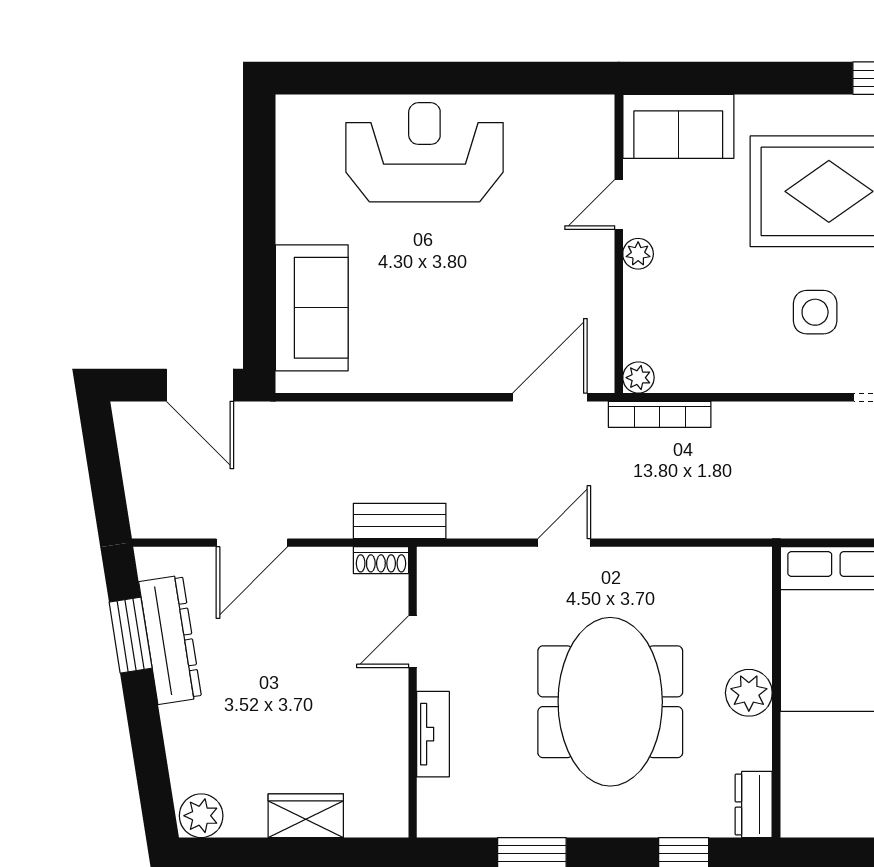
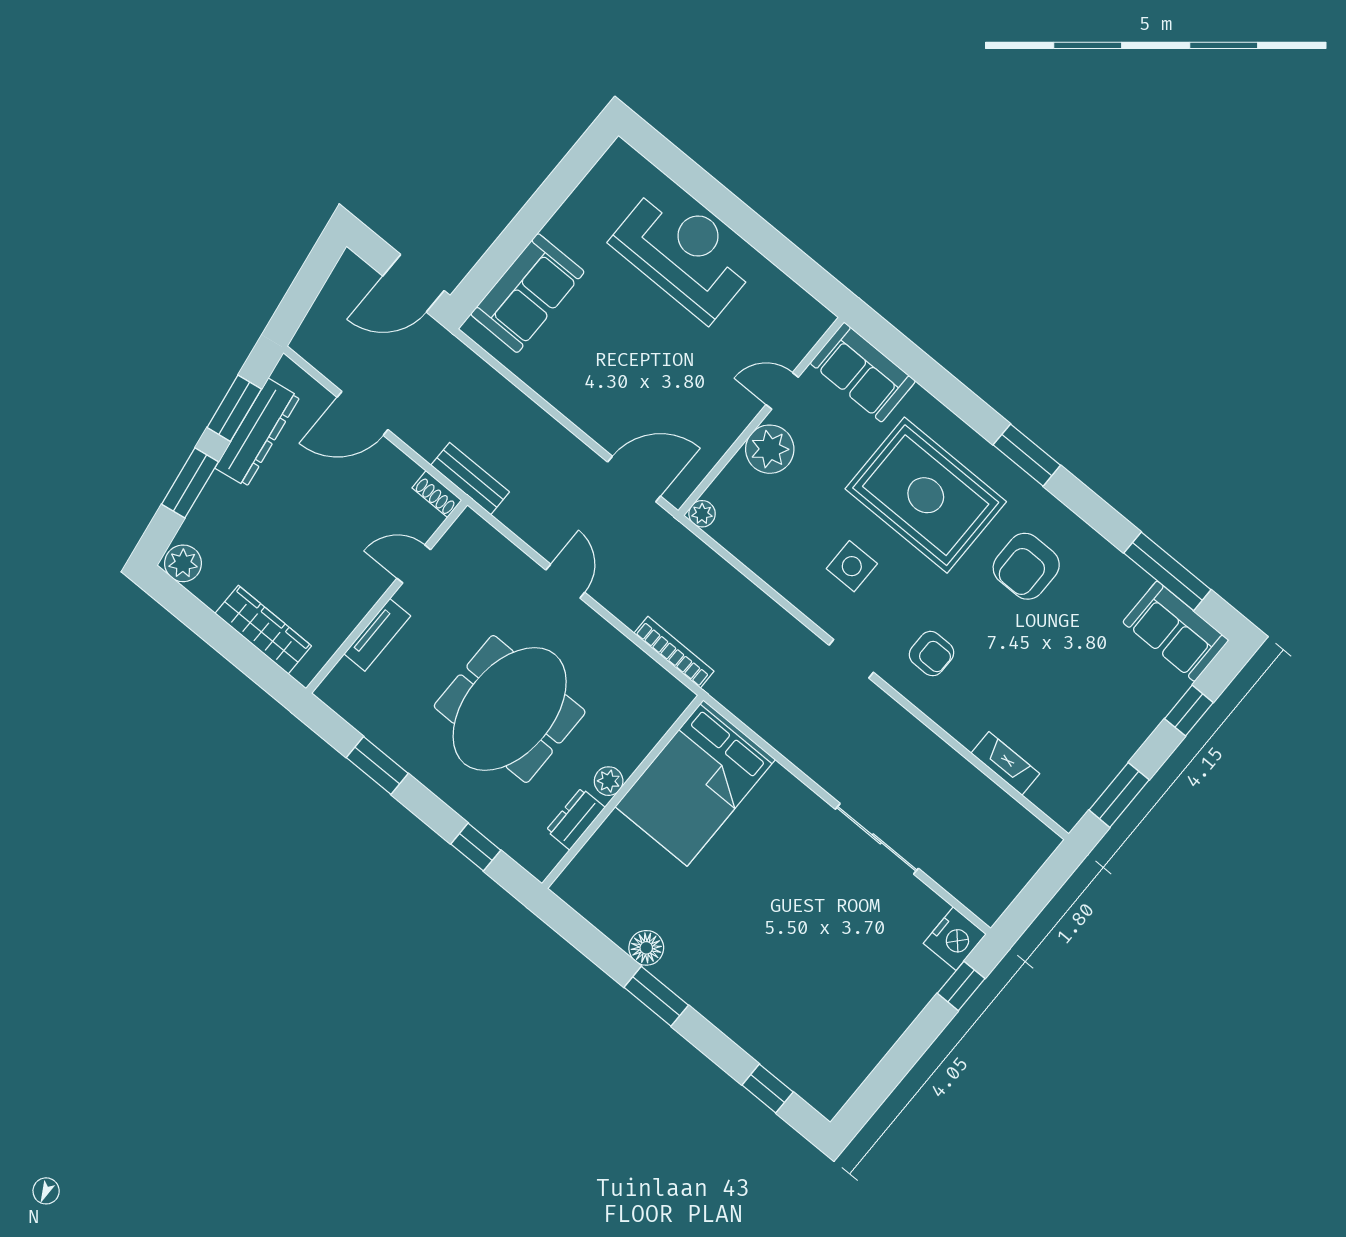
plant: (638, 254) -> (770, 449), width x1.88, depth x1.88
door: (200, 385) -> (413, 283), hinge flipped
bookcase: (660, 414) -> (674, 652), moved, turned 180
door: (564, 543) -> (565, 581), hinge flipped
plant: (749, 693) -> (609, 781), width x0.73, depth x0.73
window: (147, 737) -> (190, 483), added
dresser: (754, 805) -> (576, 819), moved
wardrobe: (306, 816) -> (263, 630), width x1.50

